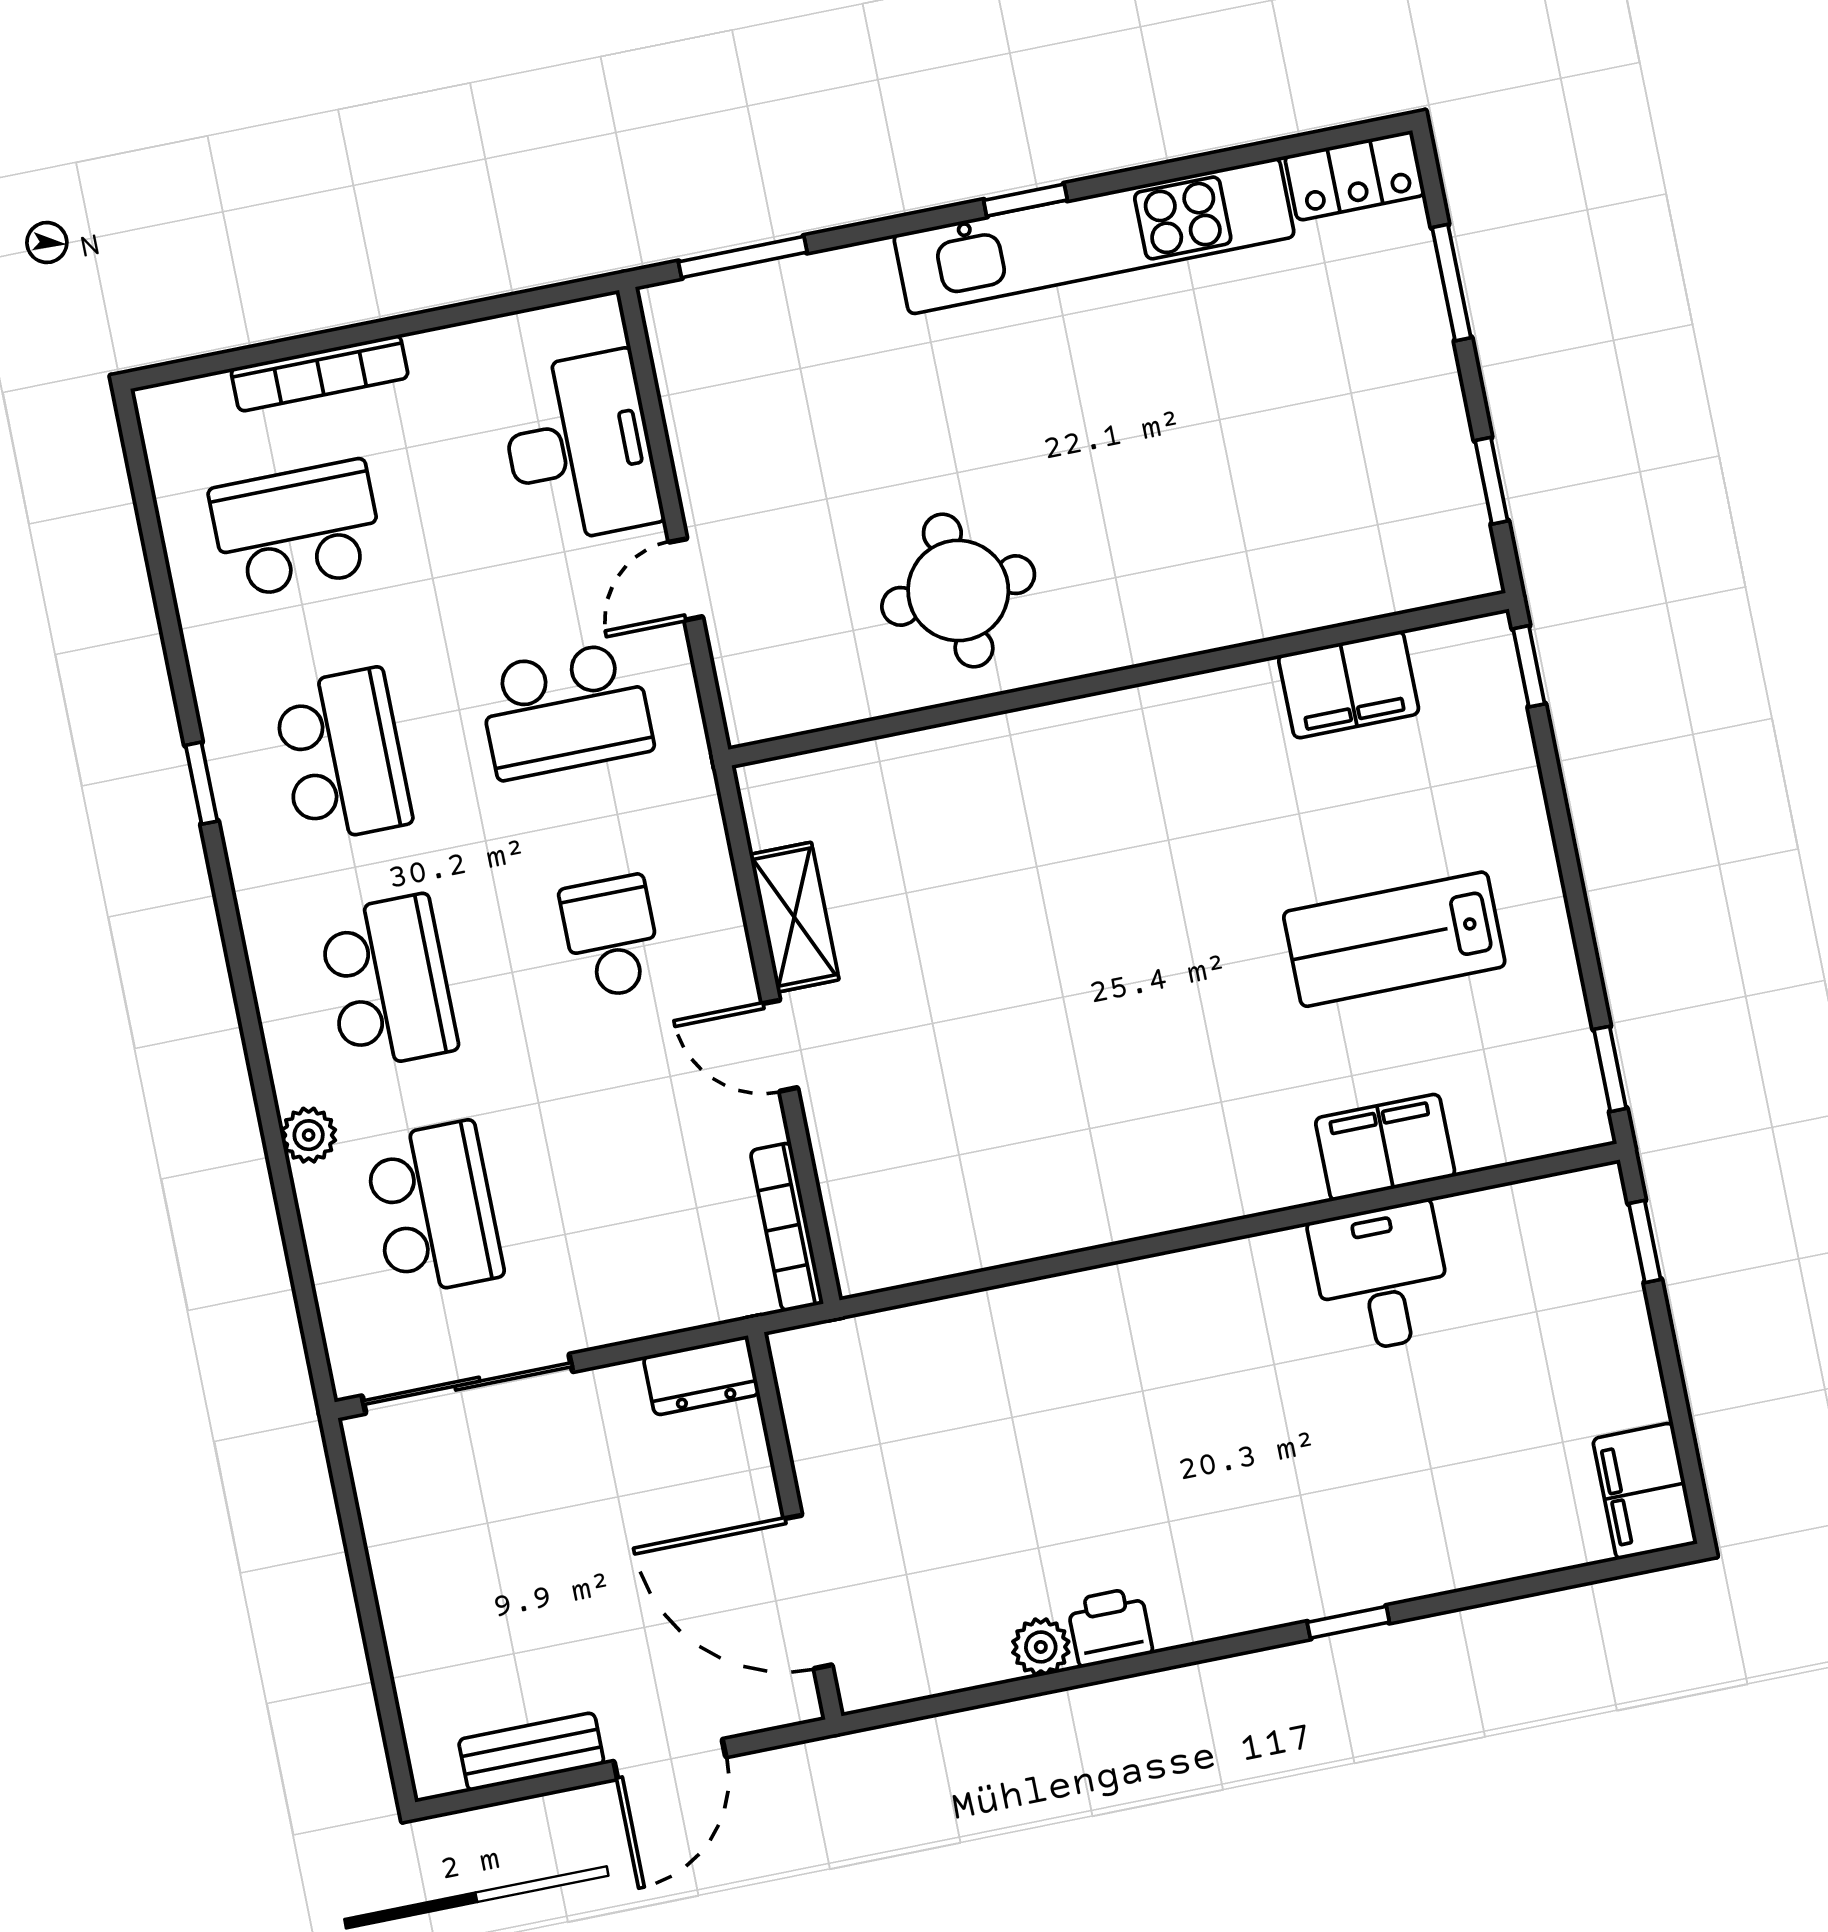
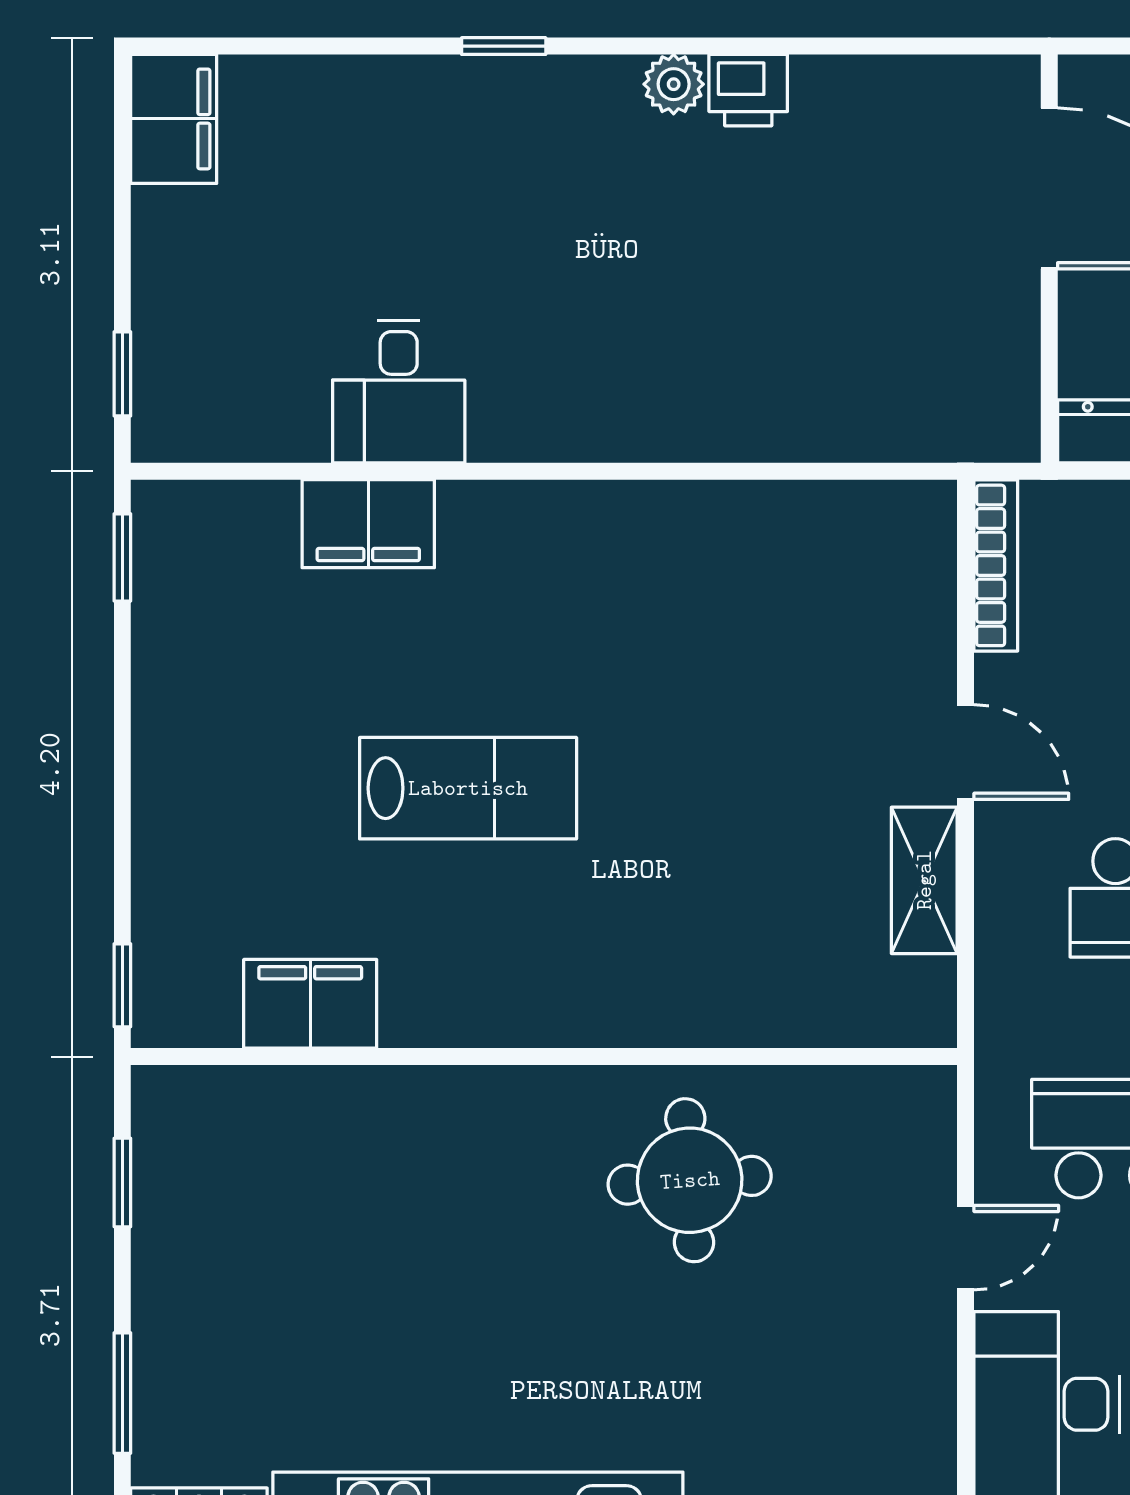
lab bench: (1394, 939) -> (468, 788), moved
plant: (1041, 1647) -> (674, 84), moved

